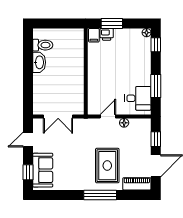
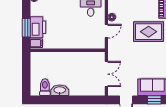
printer: (107, 34) -> (38, 27), width x1.87, depth x1.48
door: (108, 117) -> (106, 31), swing flipped

